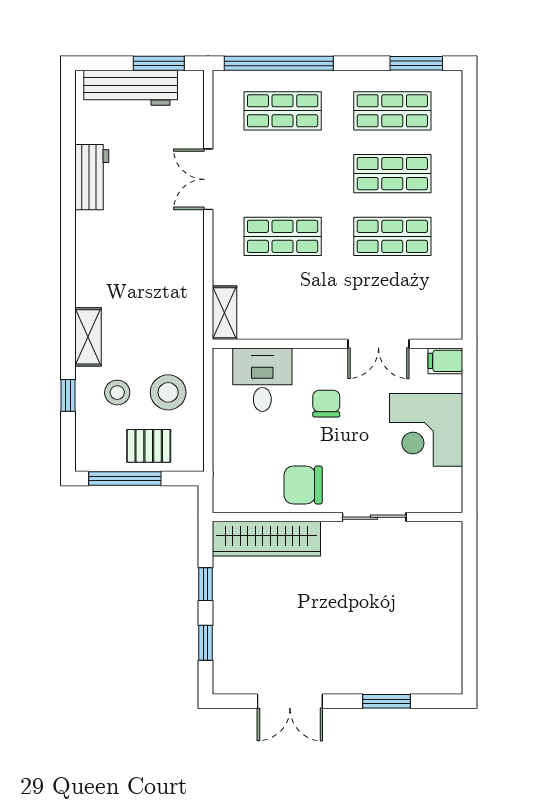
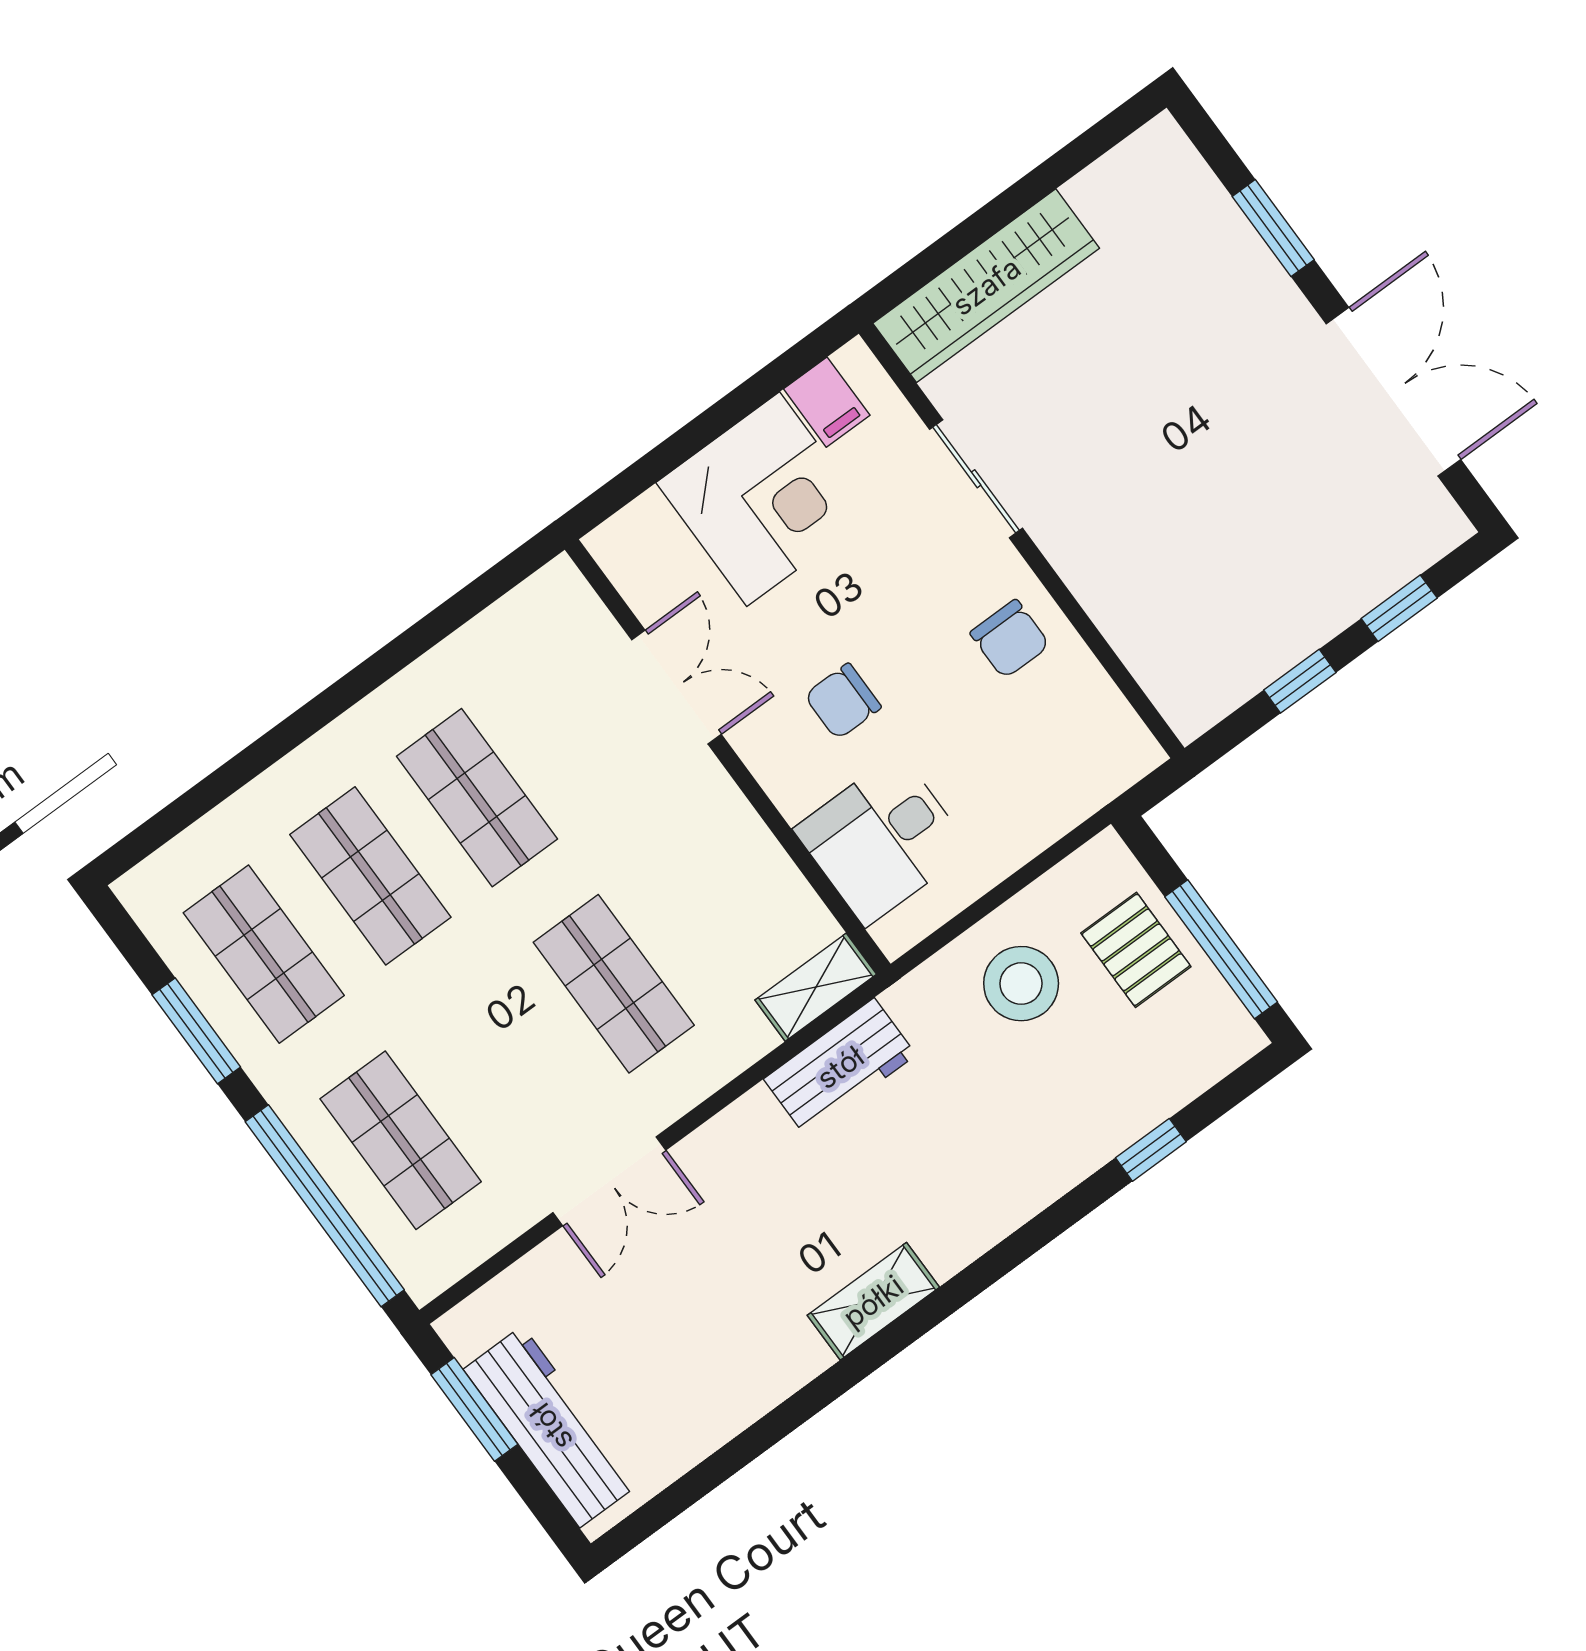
window: (416, 63) -> (196, 1031), moved
workbench: (92, 177) -> (840, 1067), moved, turned 180
shelving: (88, 337) -> (873, 1301), moved
filing cabinet: (445, 361) -> (827, 402), moved
stool: (117, 393) -> (1085, 1070), removed
chair: (303, 485) -> (1010, 639), width x0.73, depth x0.73
wardrobe: (266, 539) -> (986, 286), moved, turned 90
double door: (290, 701) -> (1393, 392), width x1.37

